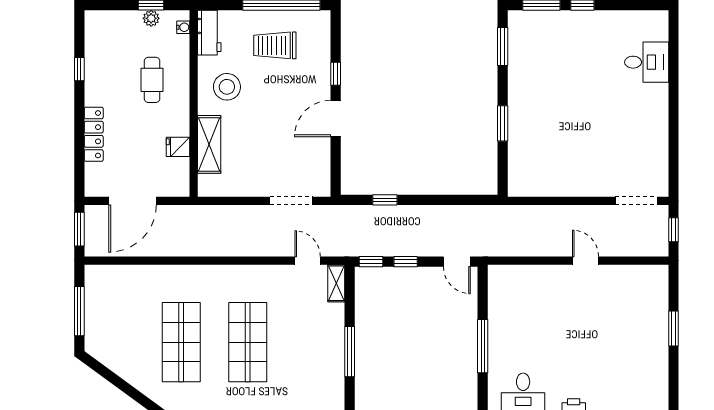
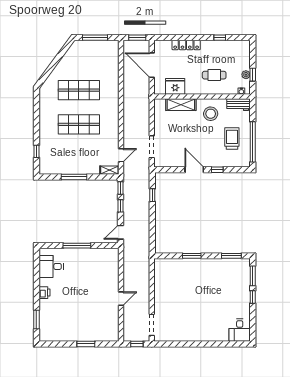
desk: (647, 62) -> (240, 330), moved
fridge: (178, 147) -> (175, 86), width x1.88, depth x1.34

